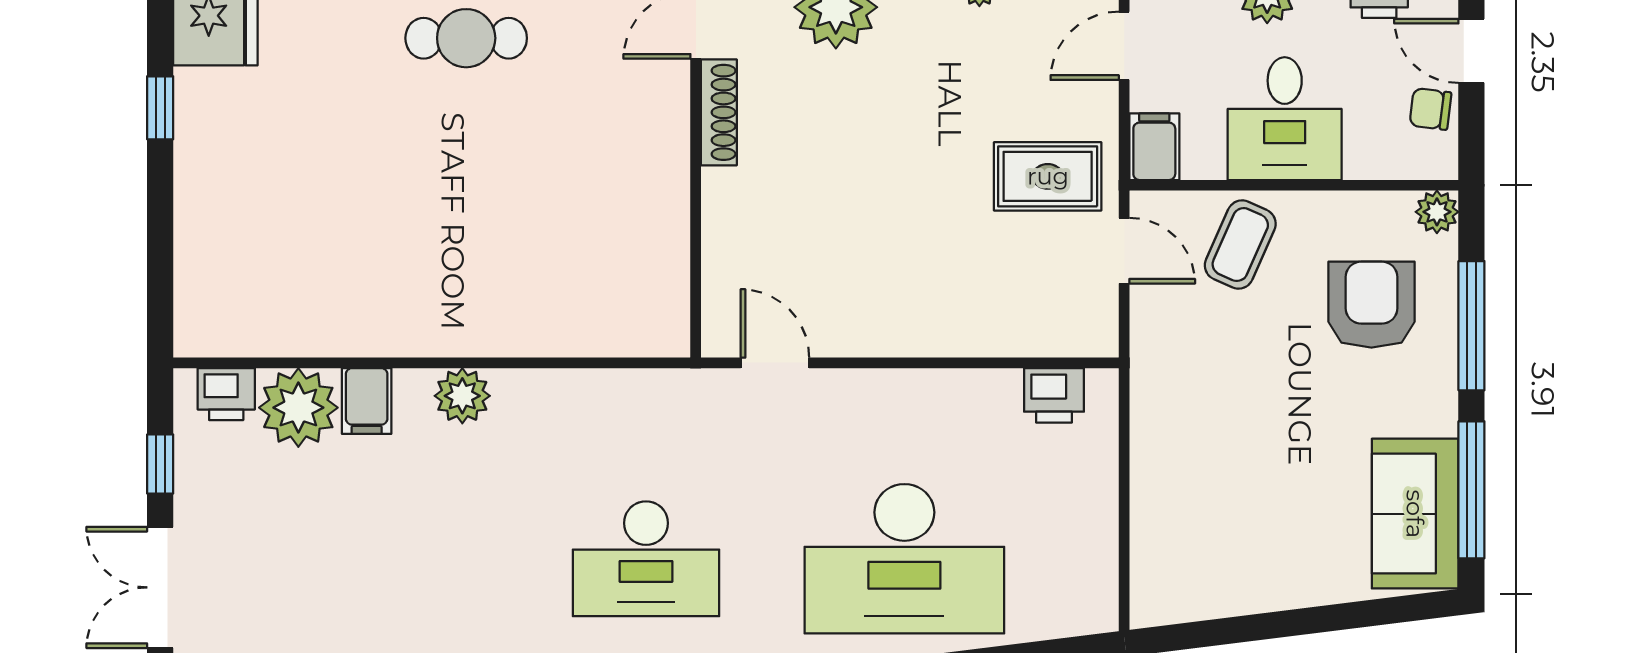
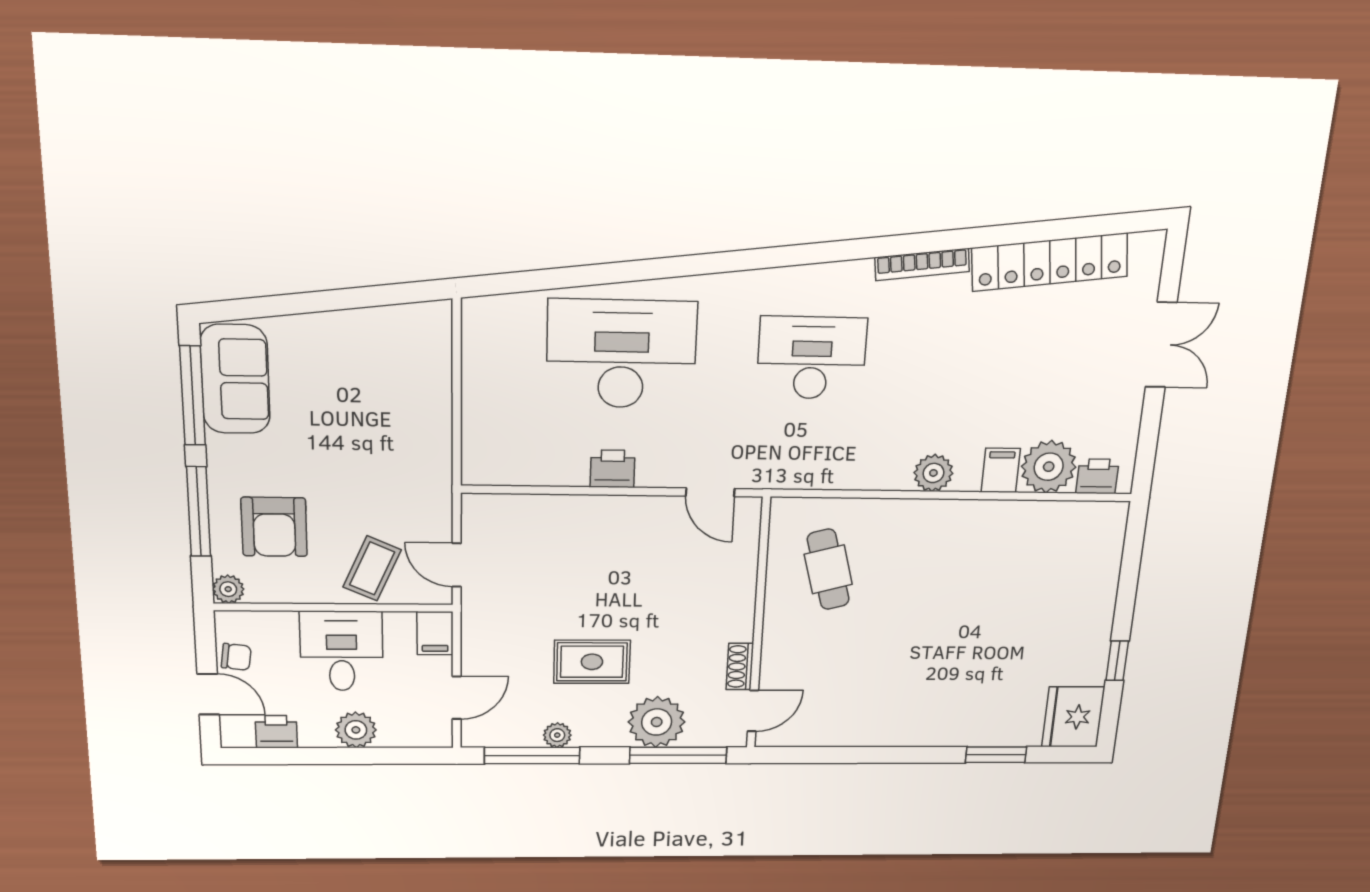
cafe table: (466, 38) -> (828, 569), moved, turned 75
shoe rack: (719, 112) -> (740, 666), width x0.70
rug: (1048, 176) -> (592, 662), moved
printer: (1054, 395) -> (612, 469), moved
window: (160, 464) -> (1149, 430), removed

